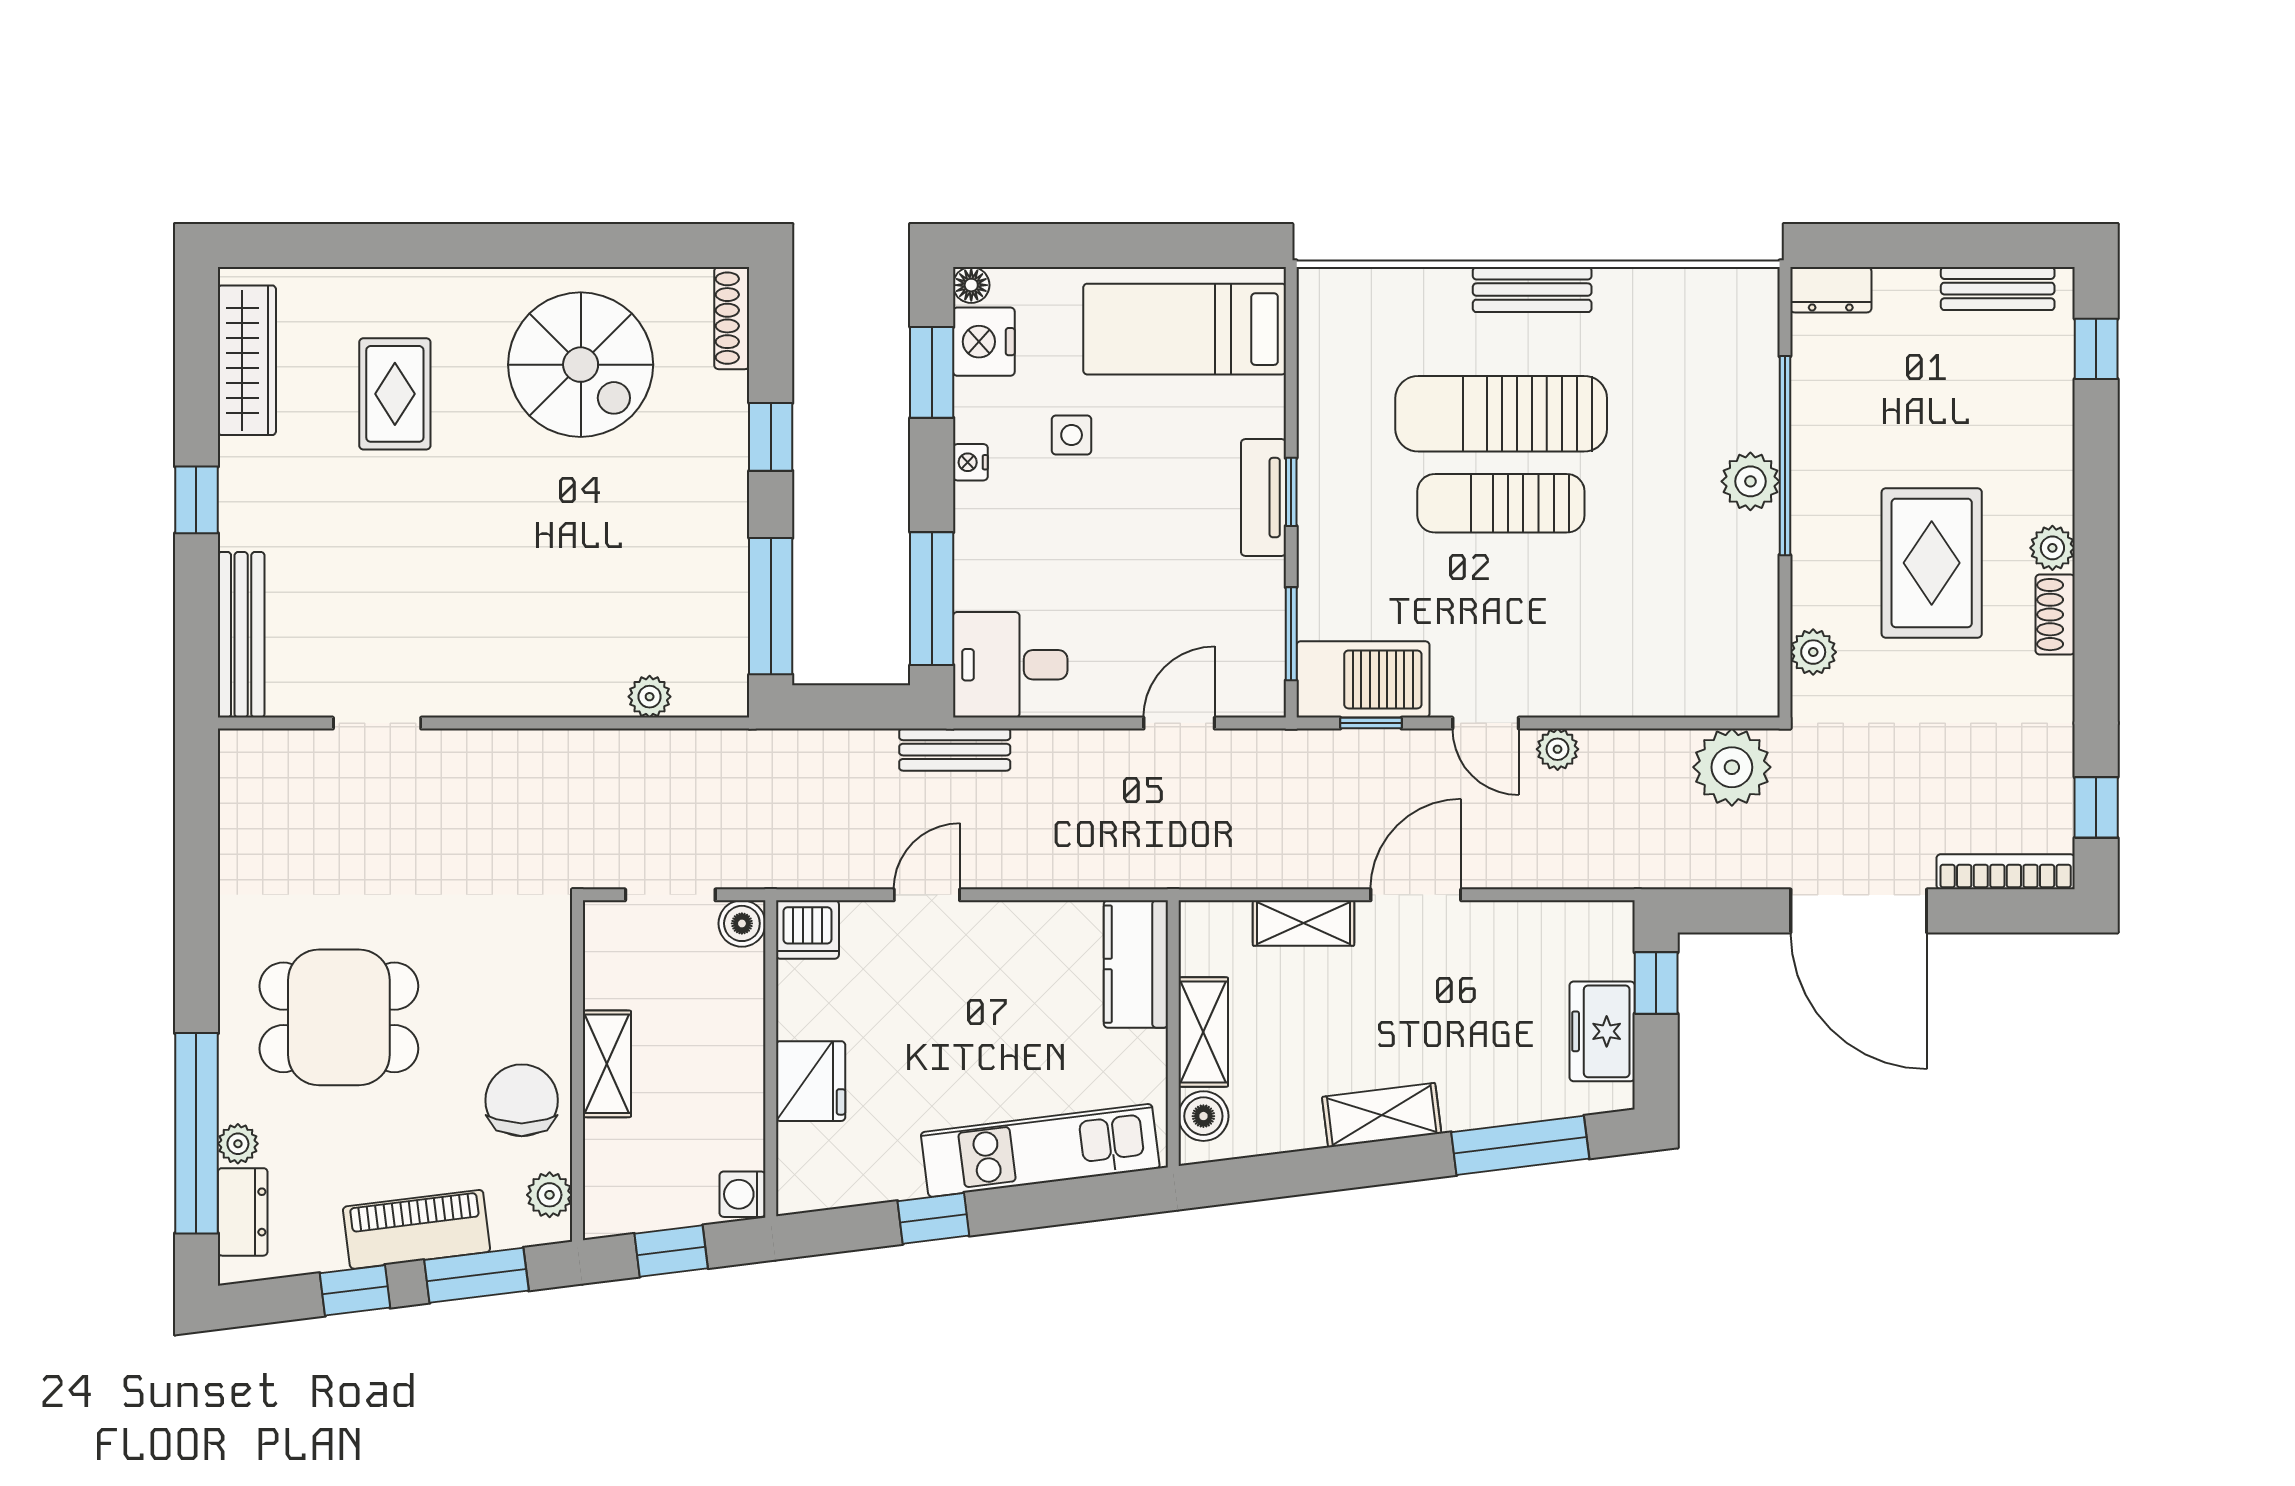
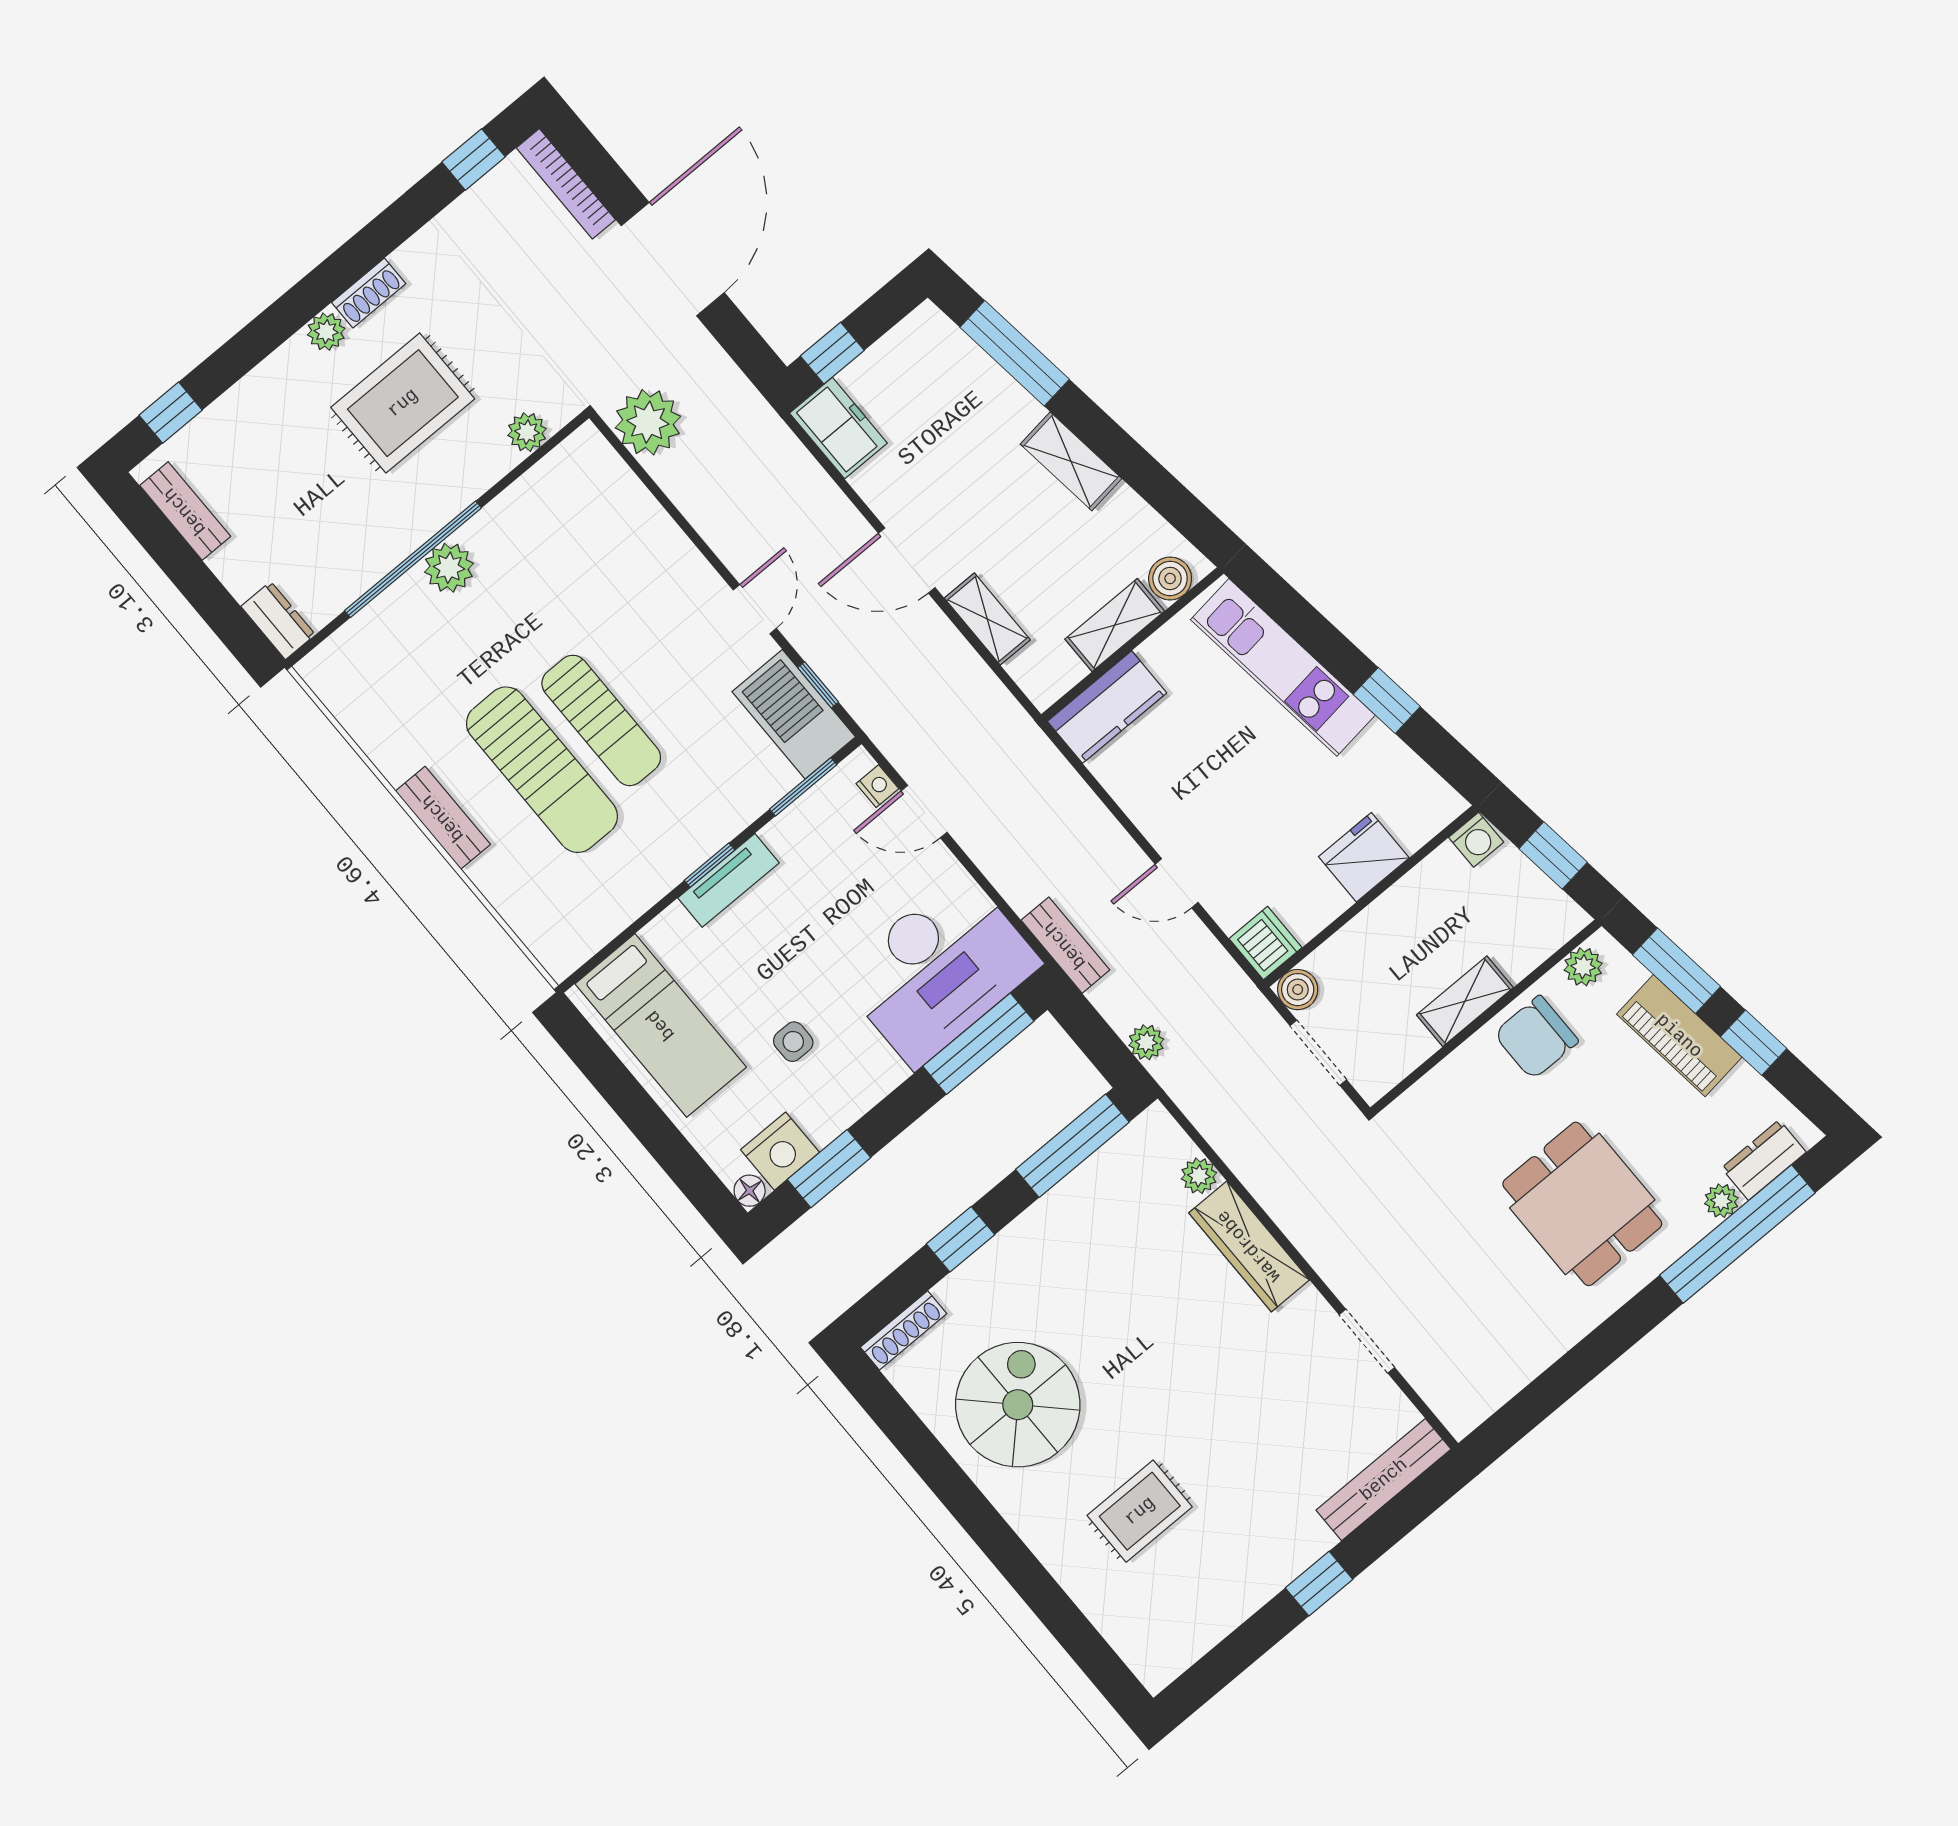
wardrobe: (247, 360) -> (1249, 1246), moved, turned -90
nightstand: (970, 462) -> (877, 786), moved, turned -90
desk: (1010, 665) -> (939, 969), width x1.87, depth x1.30
plant: (1558, 749) -> (1146, 1042), moved
freezer: (1602, 1031) -> (838, 428), moved, turned -90

